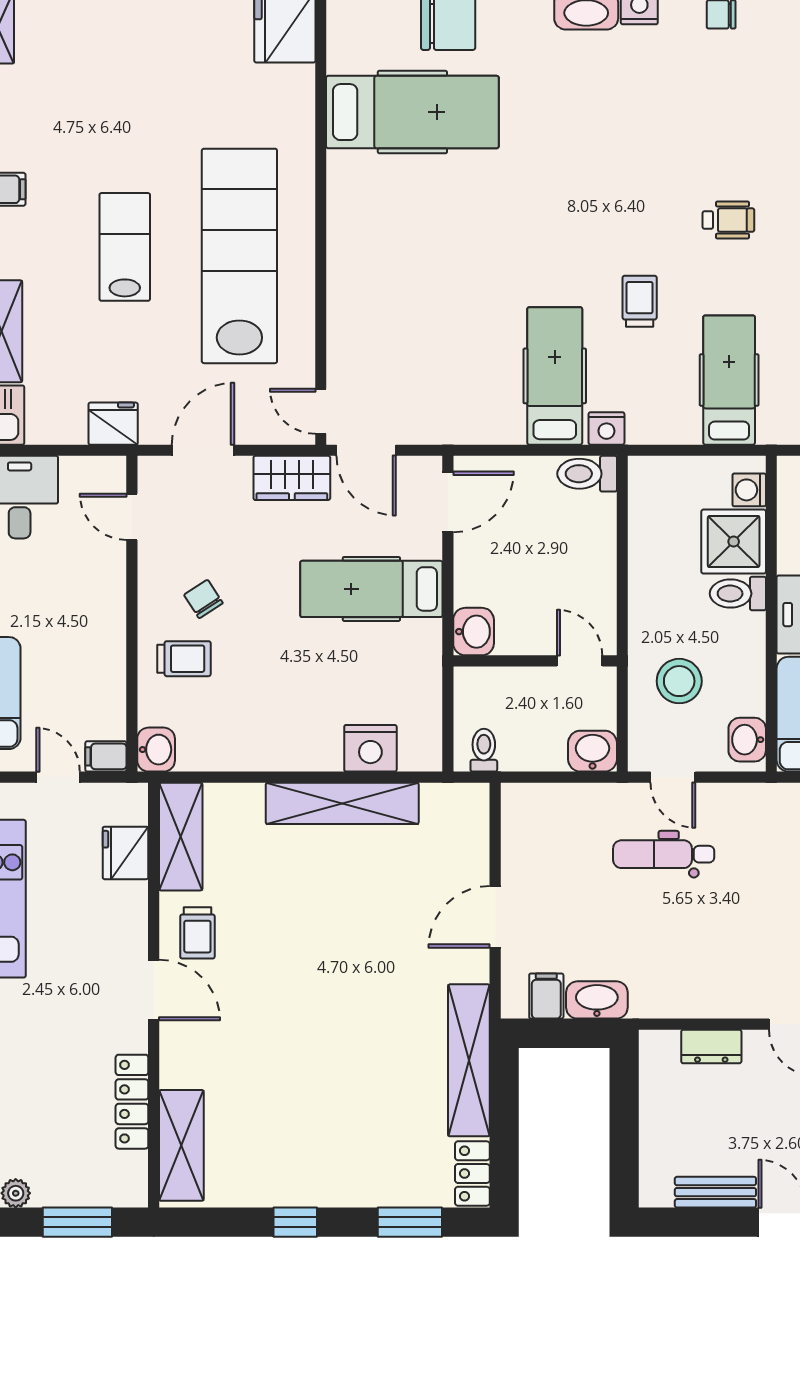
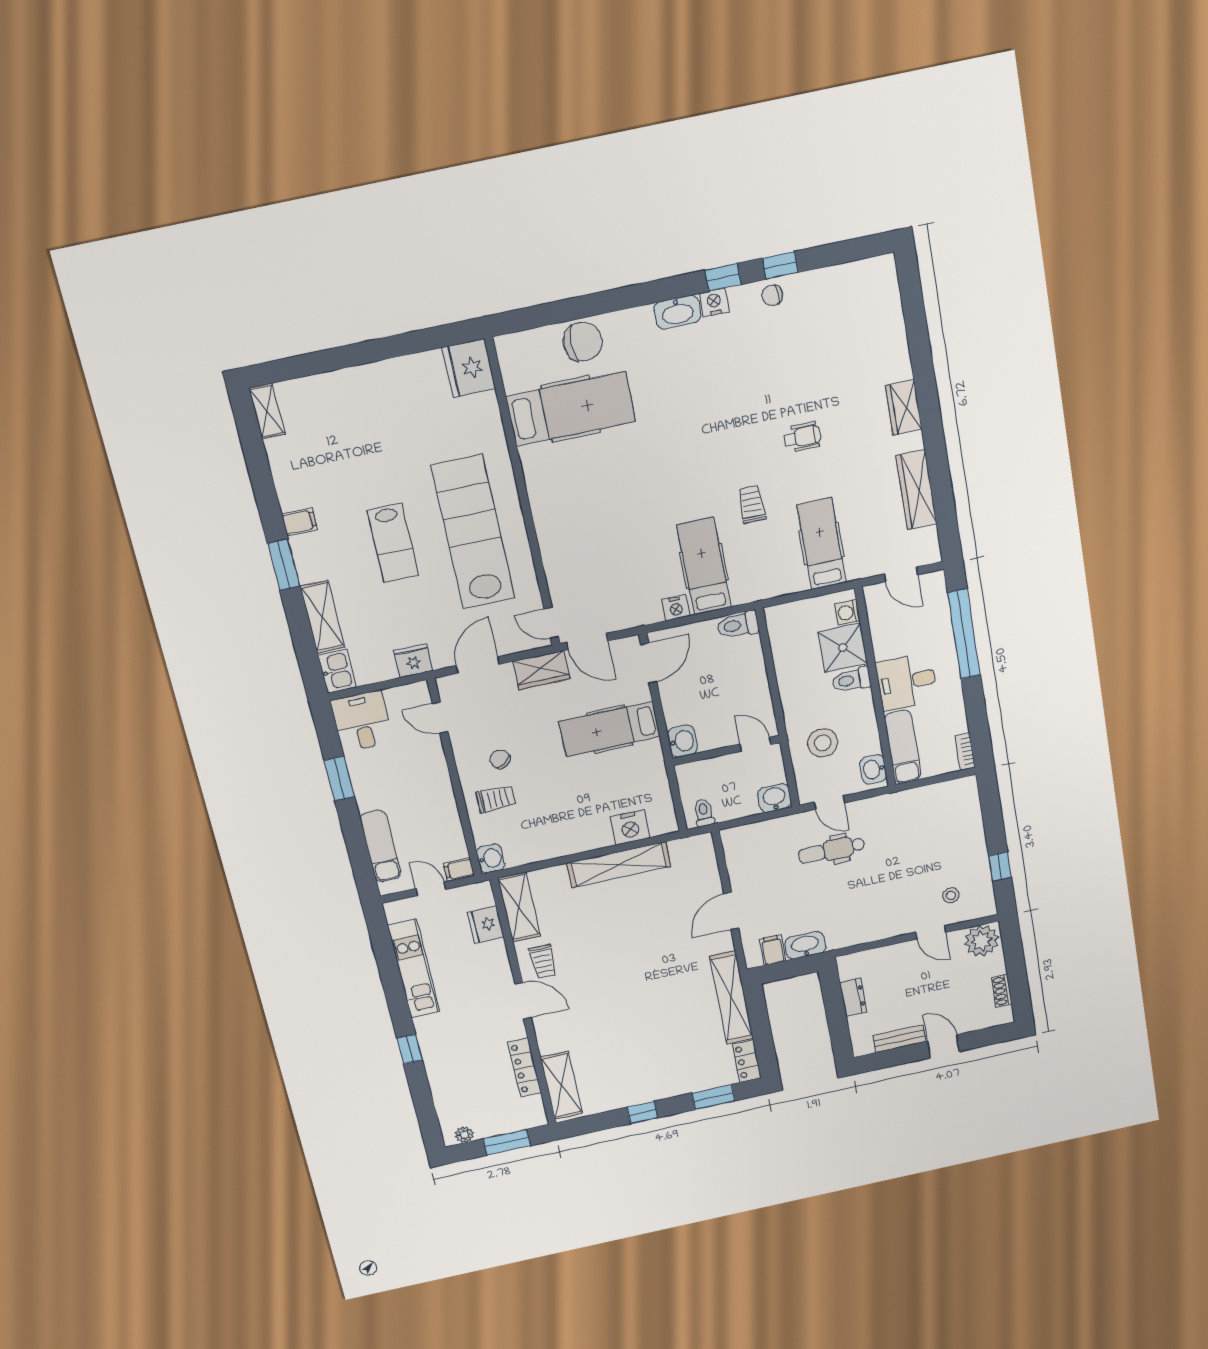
lab bench: (125, 247) -> (393, 543), turned 180
nightstand: (606, 428) -> (676, 608), moved
dresser: (711, 1046) -> (853, 997), moved, turned -90

